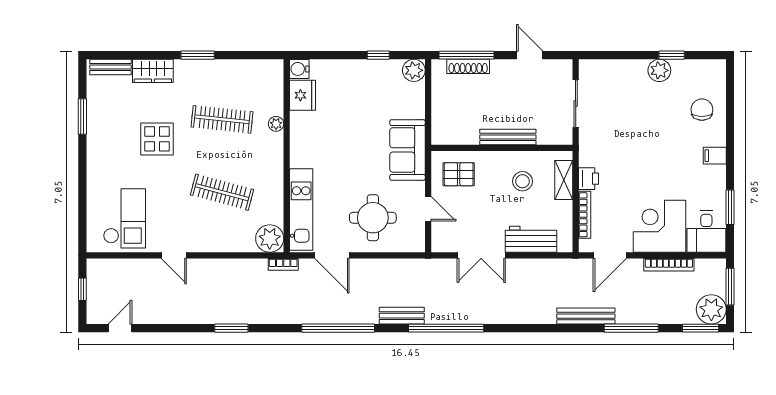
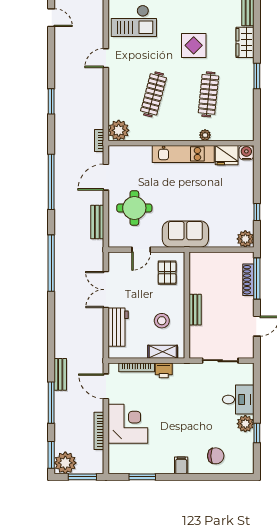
bench: (508, 137) -> (195, 310), width x0.73
kitchen unit: (301, 210) -> (183, 154), moved
desk: (706, 232) -> (238, 400), moved, turned 180
bench: (402, 316) -> (97, 222), moved
bench: (586, 316) -> (60, 374), width x0.73

